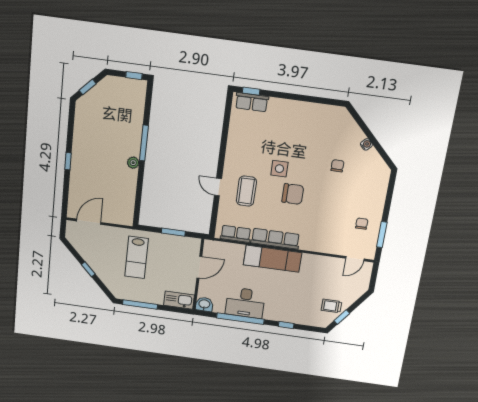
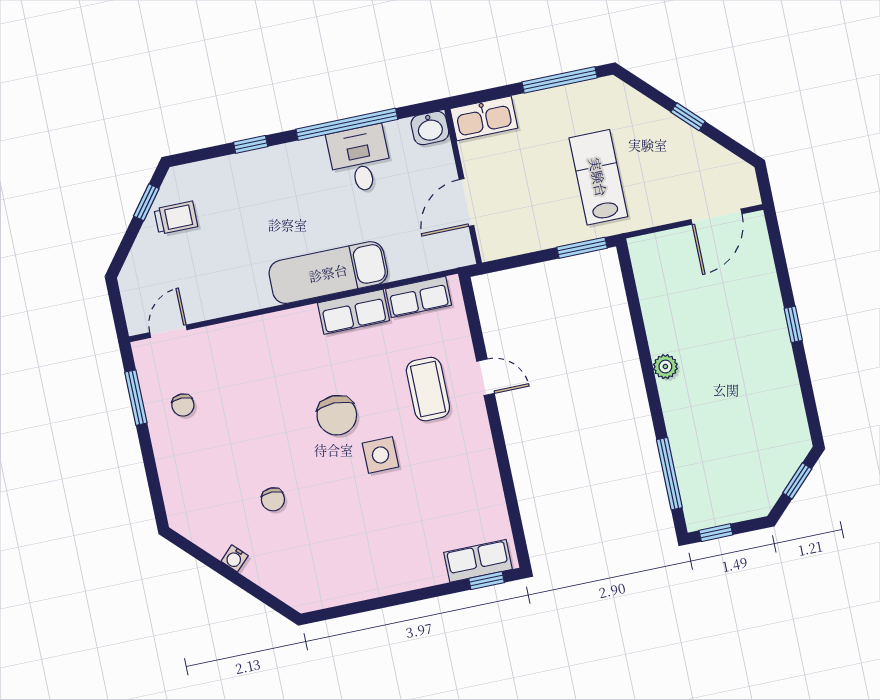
window: (144, 143) -> (669, 474), moved
chair: (293, 194) -> (337, 415), turned -90
window: (173, 232) -> (582, 248), moved
row of seats: (275, 239) -> (353, 312), width x0.68
desk: (245, 303) -> (360, 159), width x0.73

